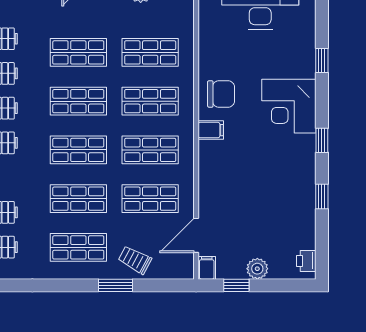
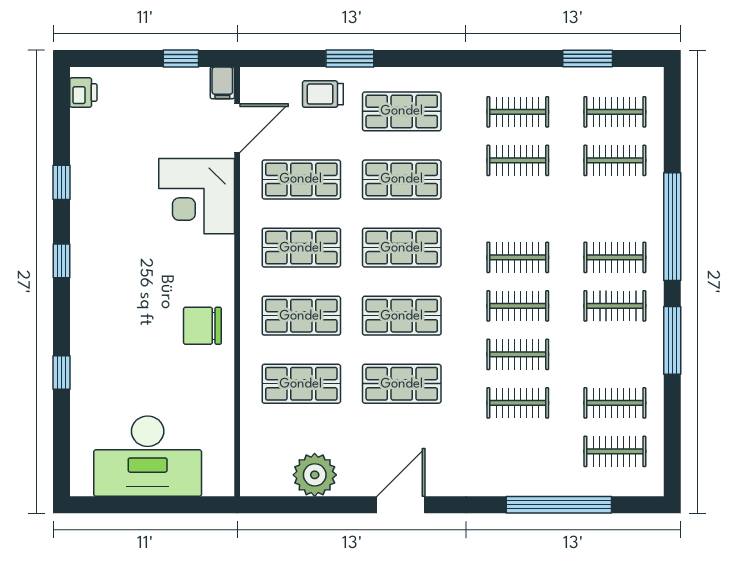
corner desk: (289, 106) -> (197, 196), moved, turned 180
filing cabinet: (211, 130) -> (217, 275), removed
trolley: (135, 260) -> (323, 94), turned 152
plant: (257, 269) -> (152, 82), removed

